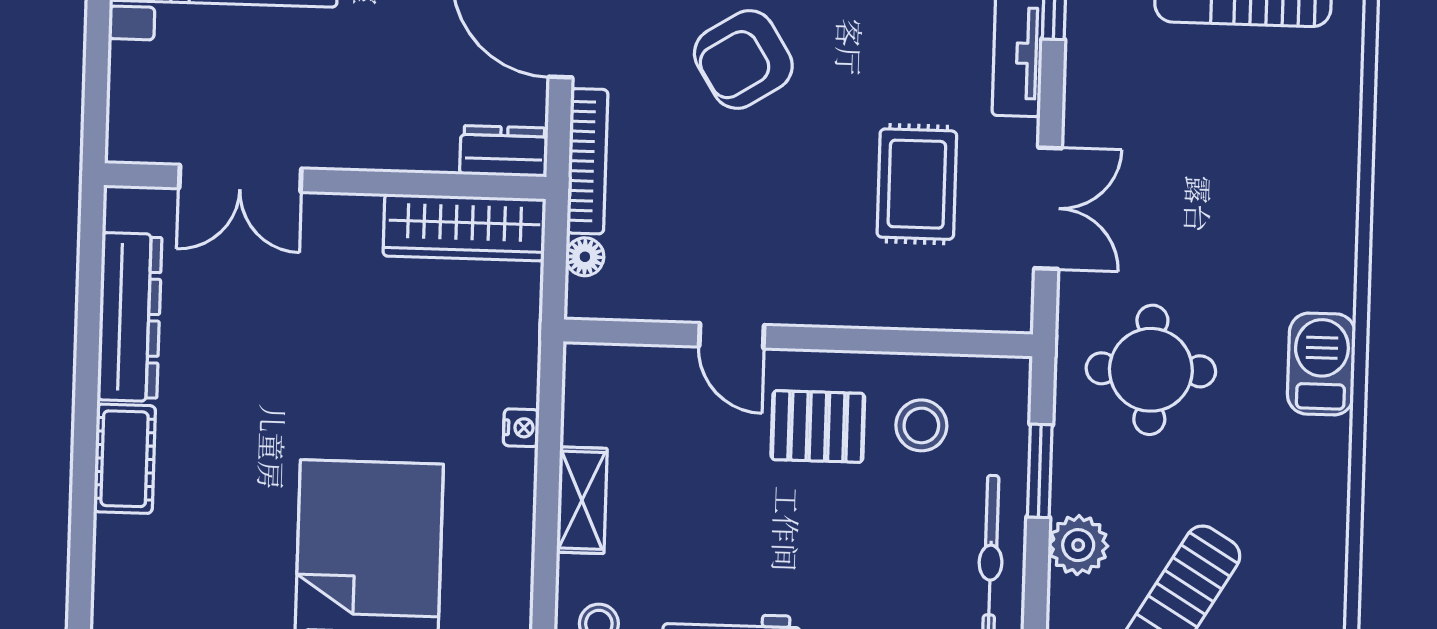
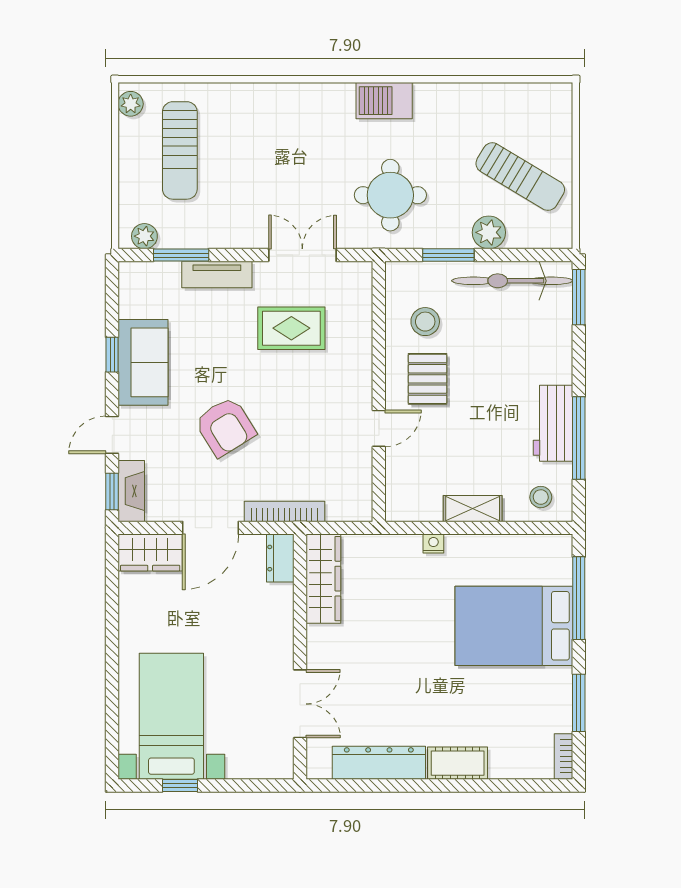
floor lamp: (585, 257) -> (337, 511), removed

